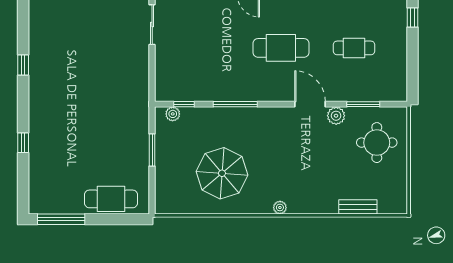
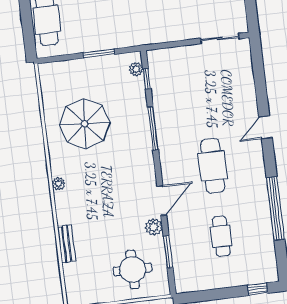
bench: (358, 207) -> (66, 244), moved

